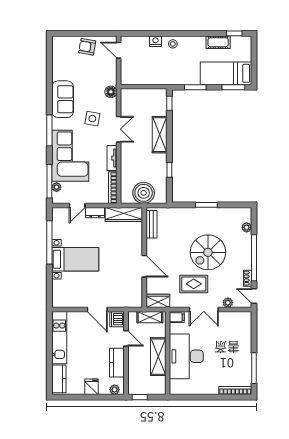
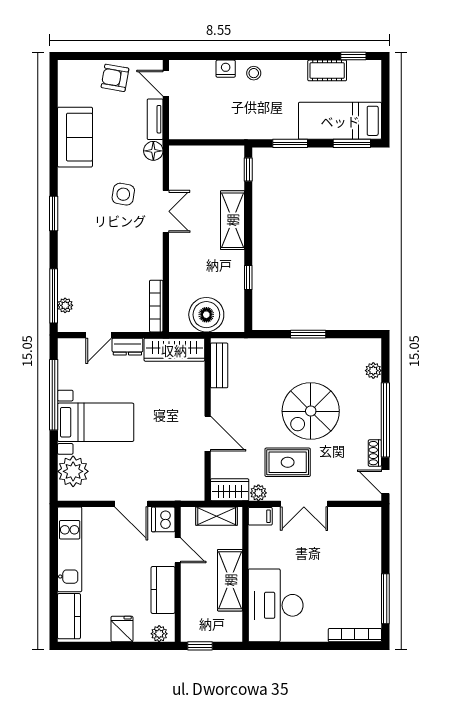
sofa: (63, 99) -> (75, 137), moved
window: (49, 130) -> (54, 213), width x0.69
corner sofa: (70, 156) -> (87, 255), removed
tv unit: (112, 158) -> (155, 119), moved
plant: (61, 290) -> (73, 471), added
plant: (228, 303) -> (258, 493), moved
desk: (186, 356) -> (276, 605), moved

